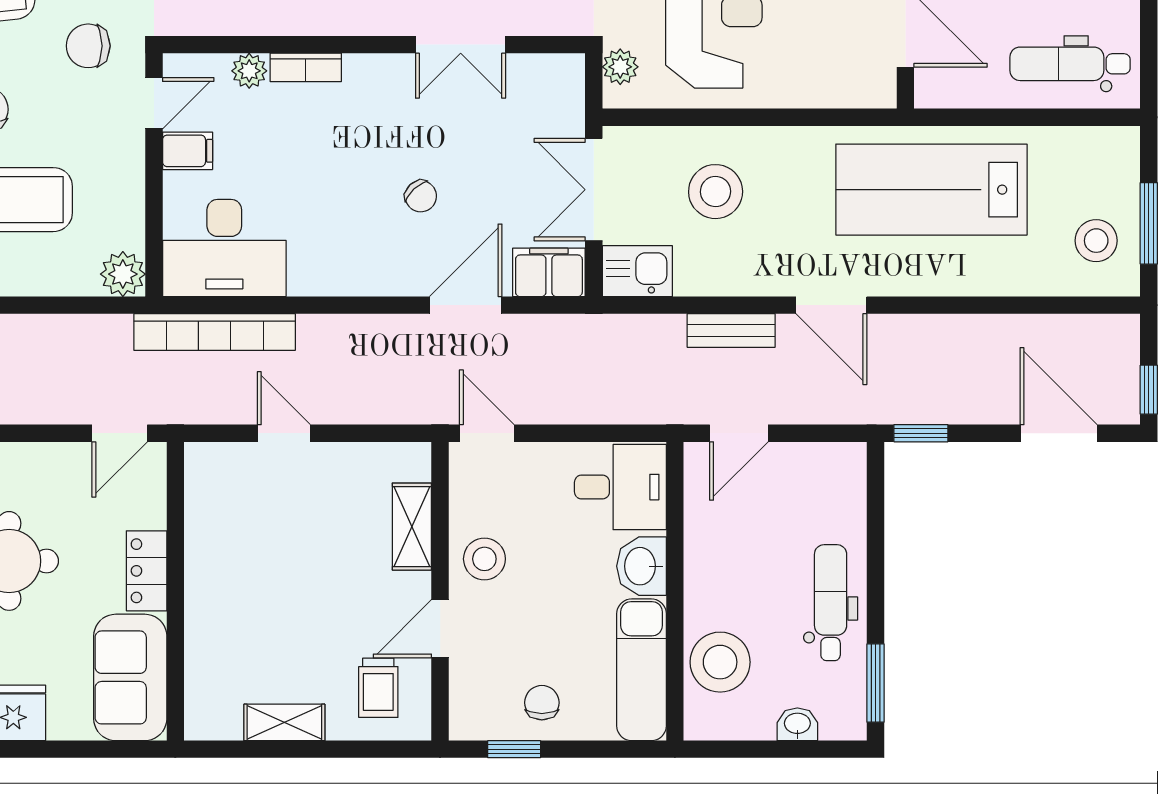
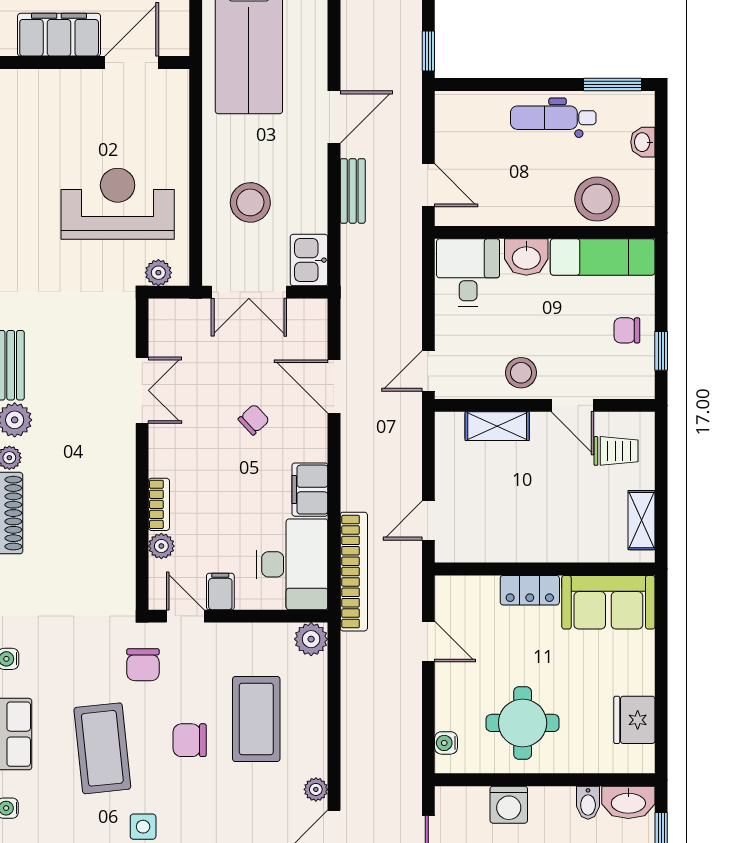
filing cabinet: (549, 272) -> (310, 490), moved
locker: (147, 571) -> (530, 590), moved
wall: (175, 591) -> (545, 569), moved
sofa: (130, 677) -> (608, 602), moved

